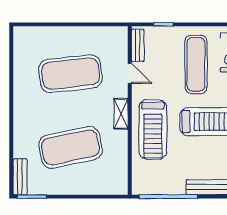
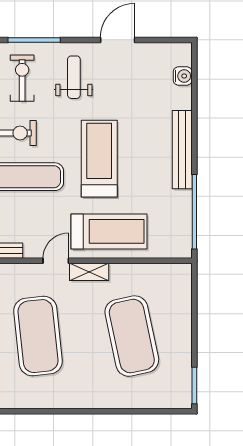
door: (130, 73) -> (56, 261), moved
bench: (20, 177) -> (169, 400), removed

